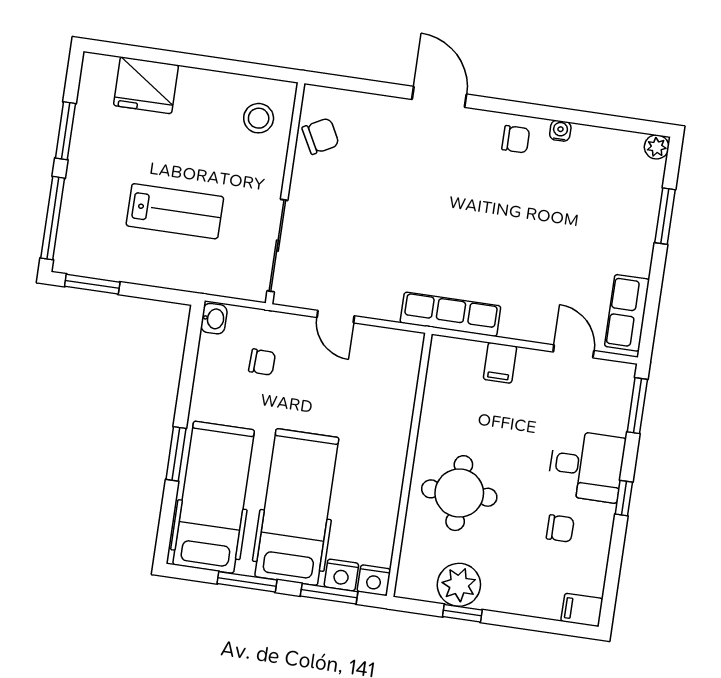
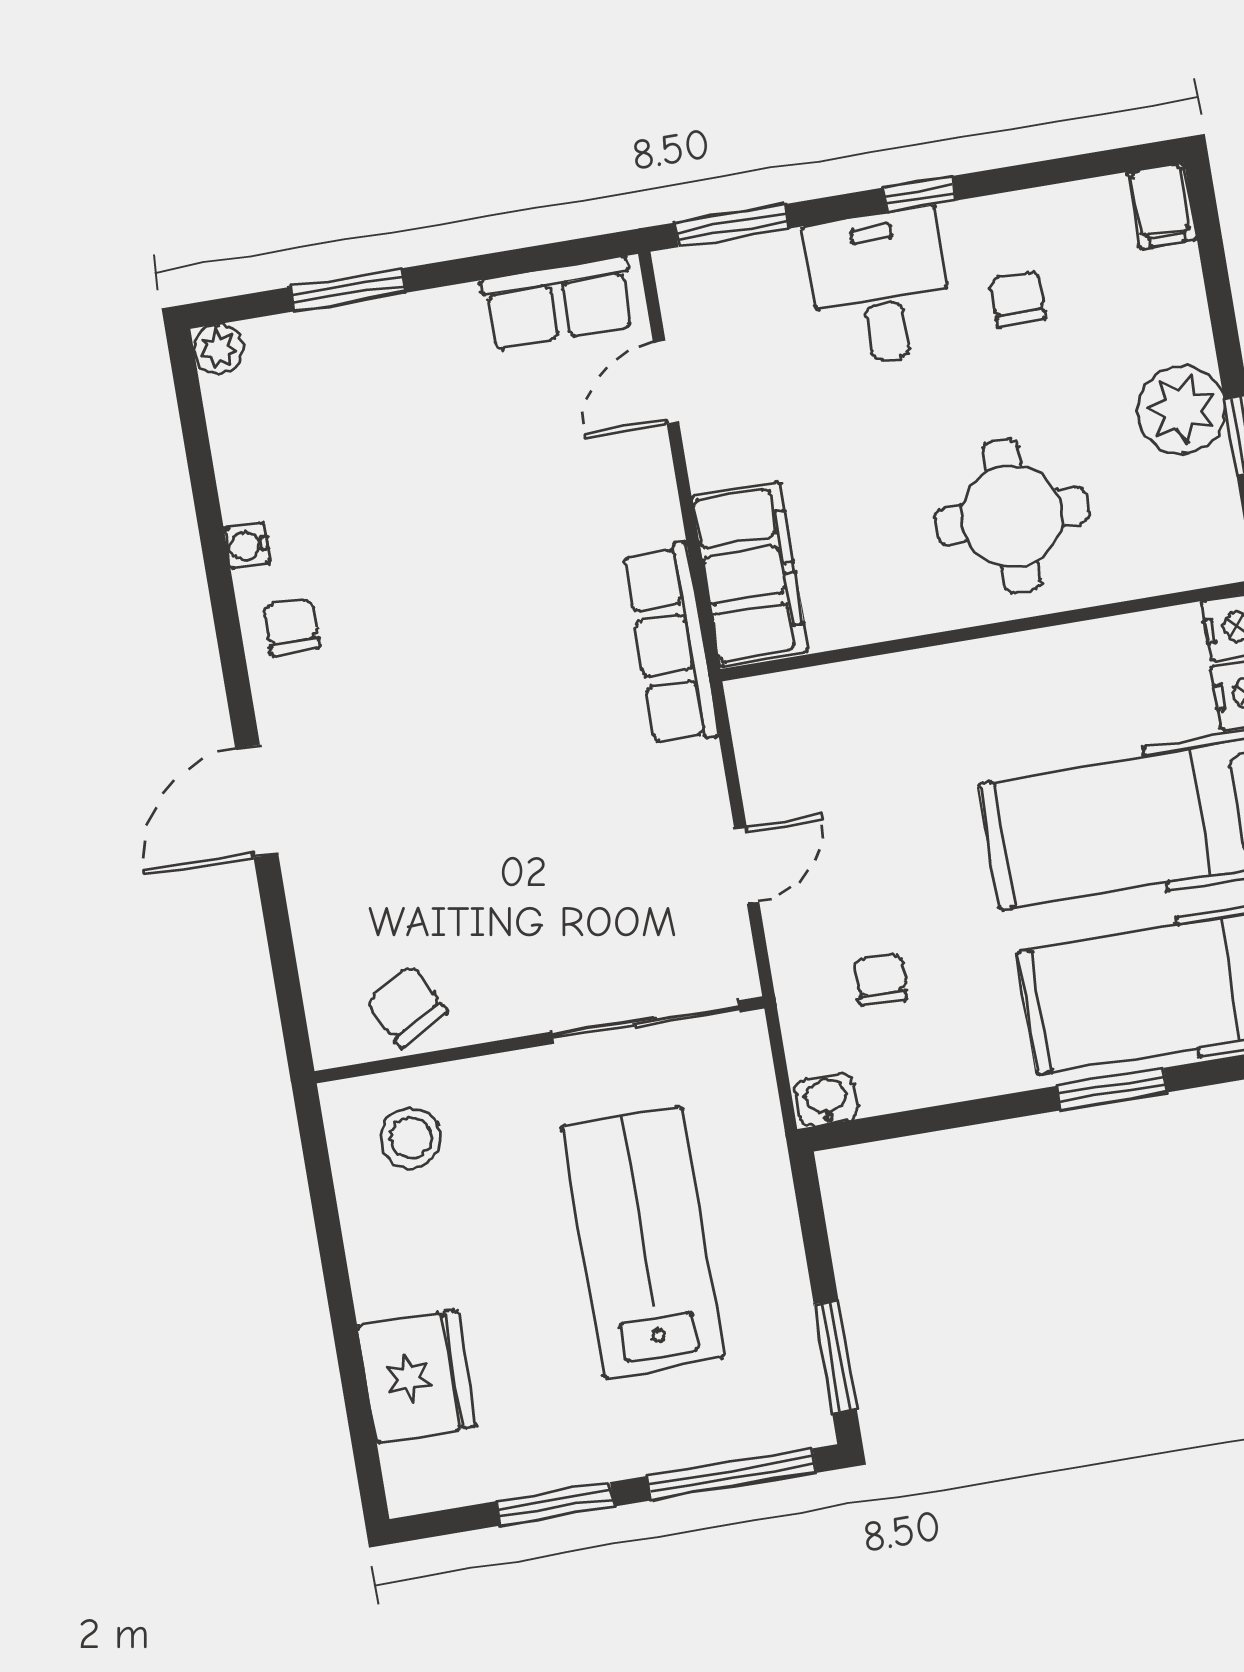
lab bench: (175, 211) -> (643, 1242), width x1.36, depth x1.39
filing cabinet: (500, 363) -> (750, 574), width x3.00, depth x1.17
plant: (459, 585) -> (1181, 410), moved

